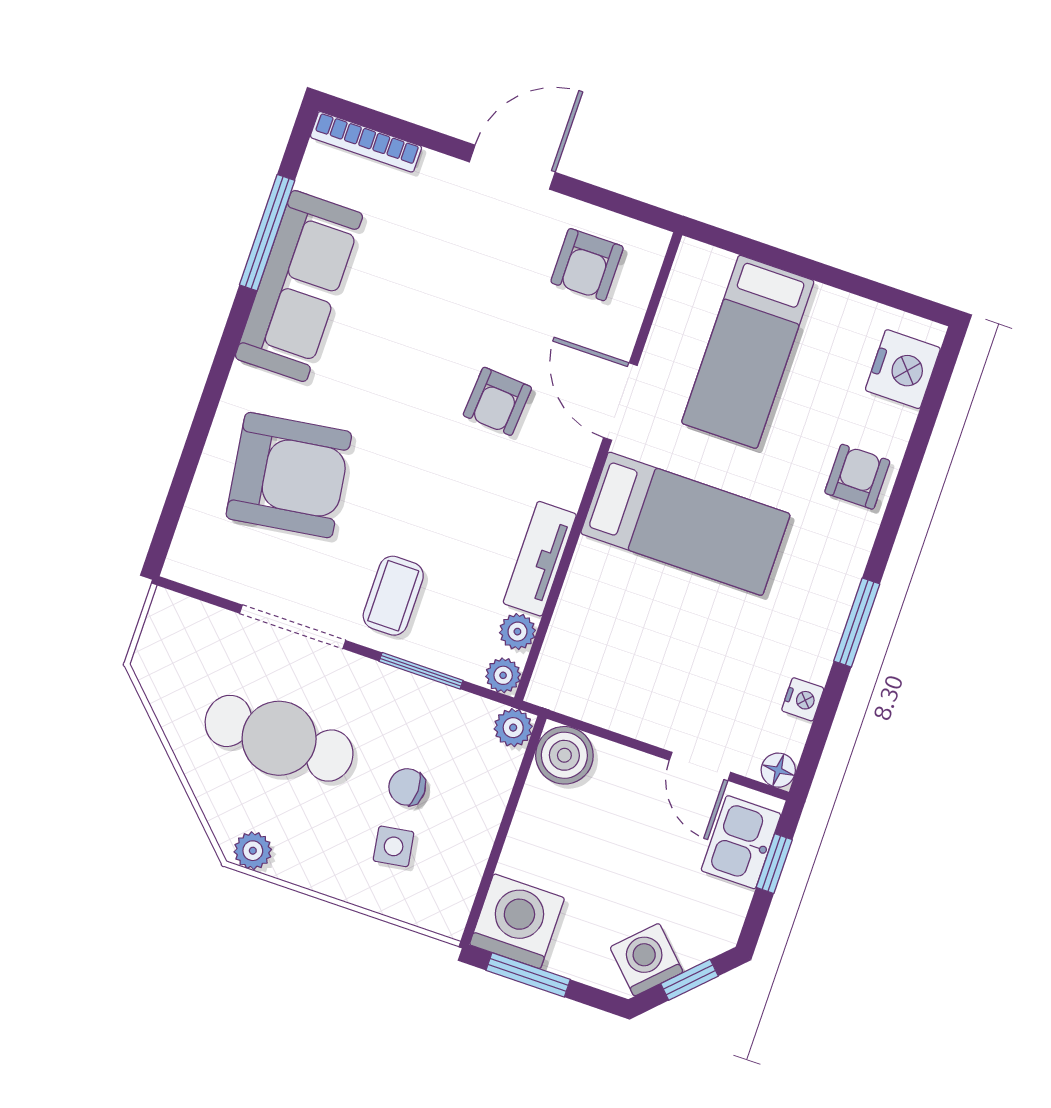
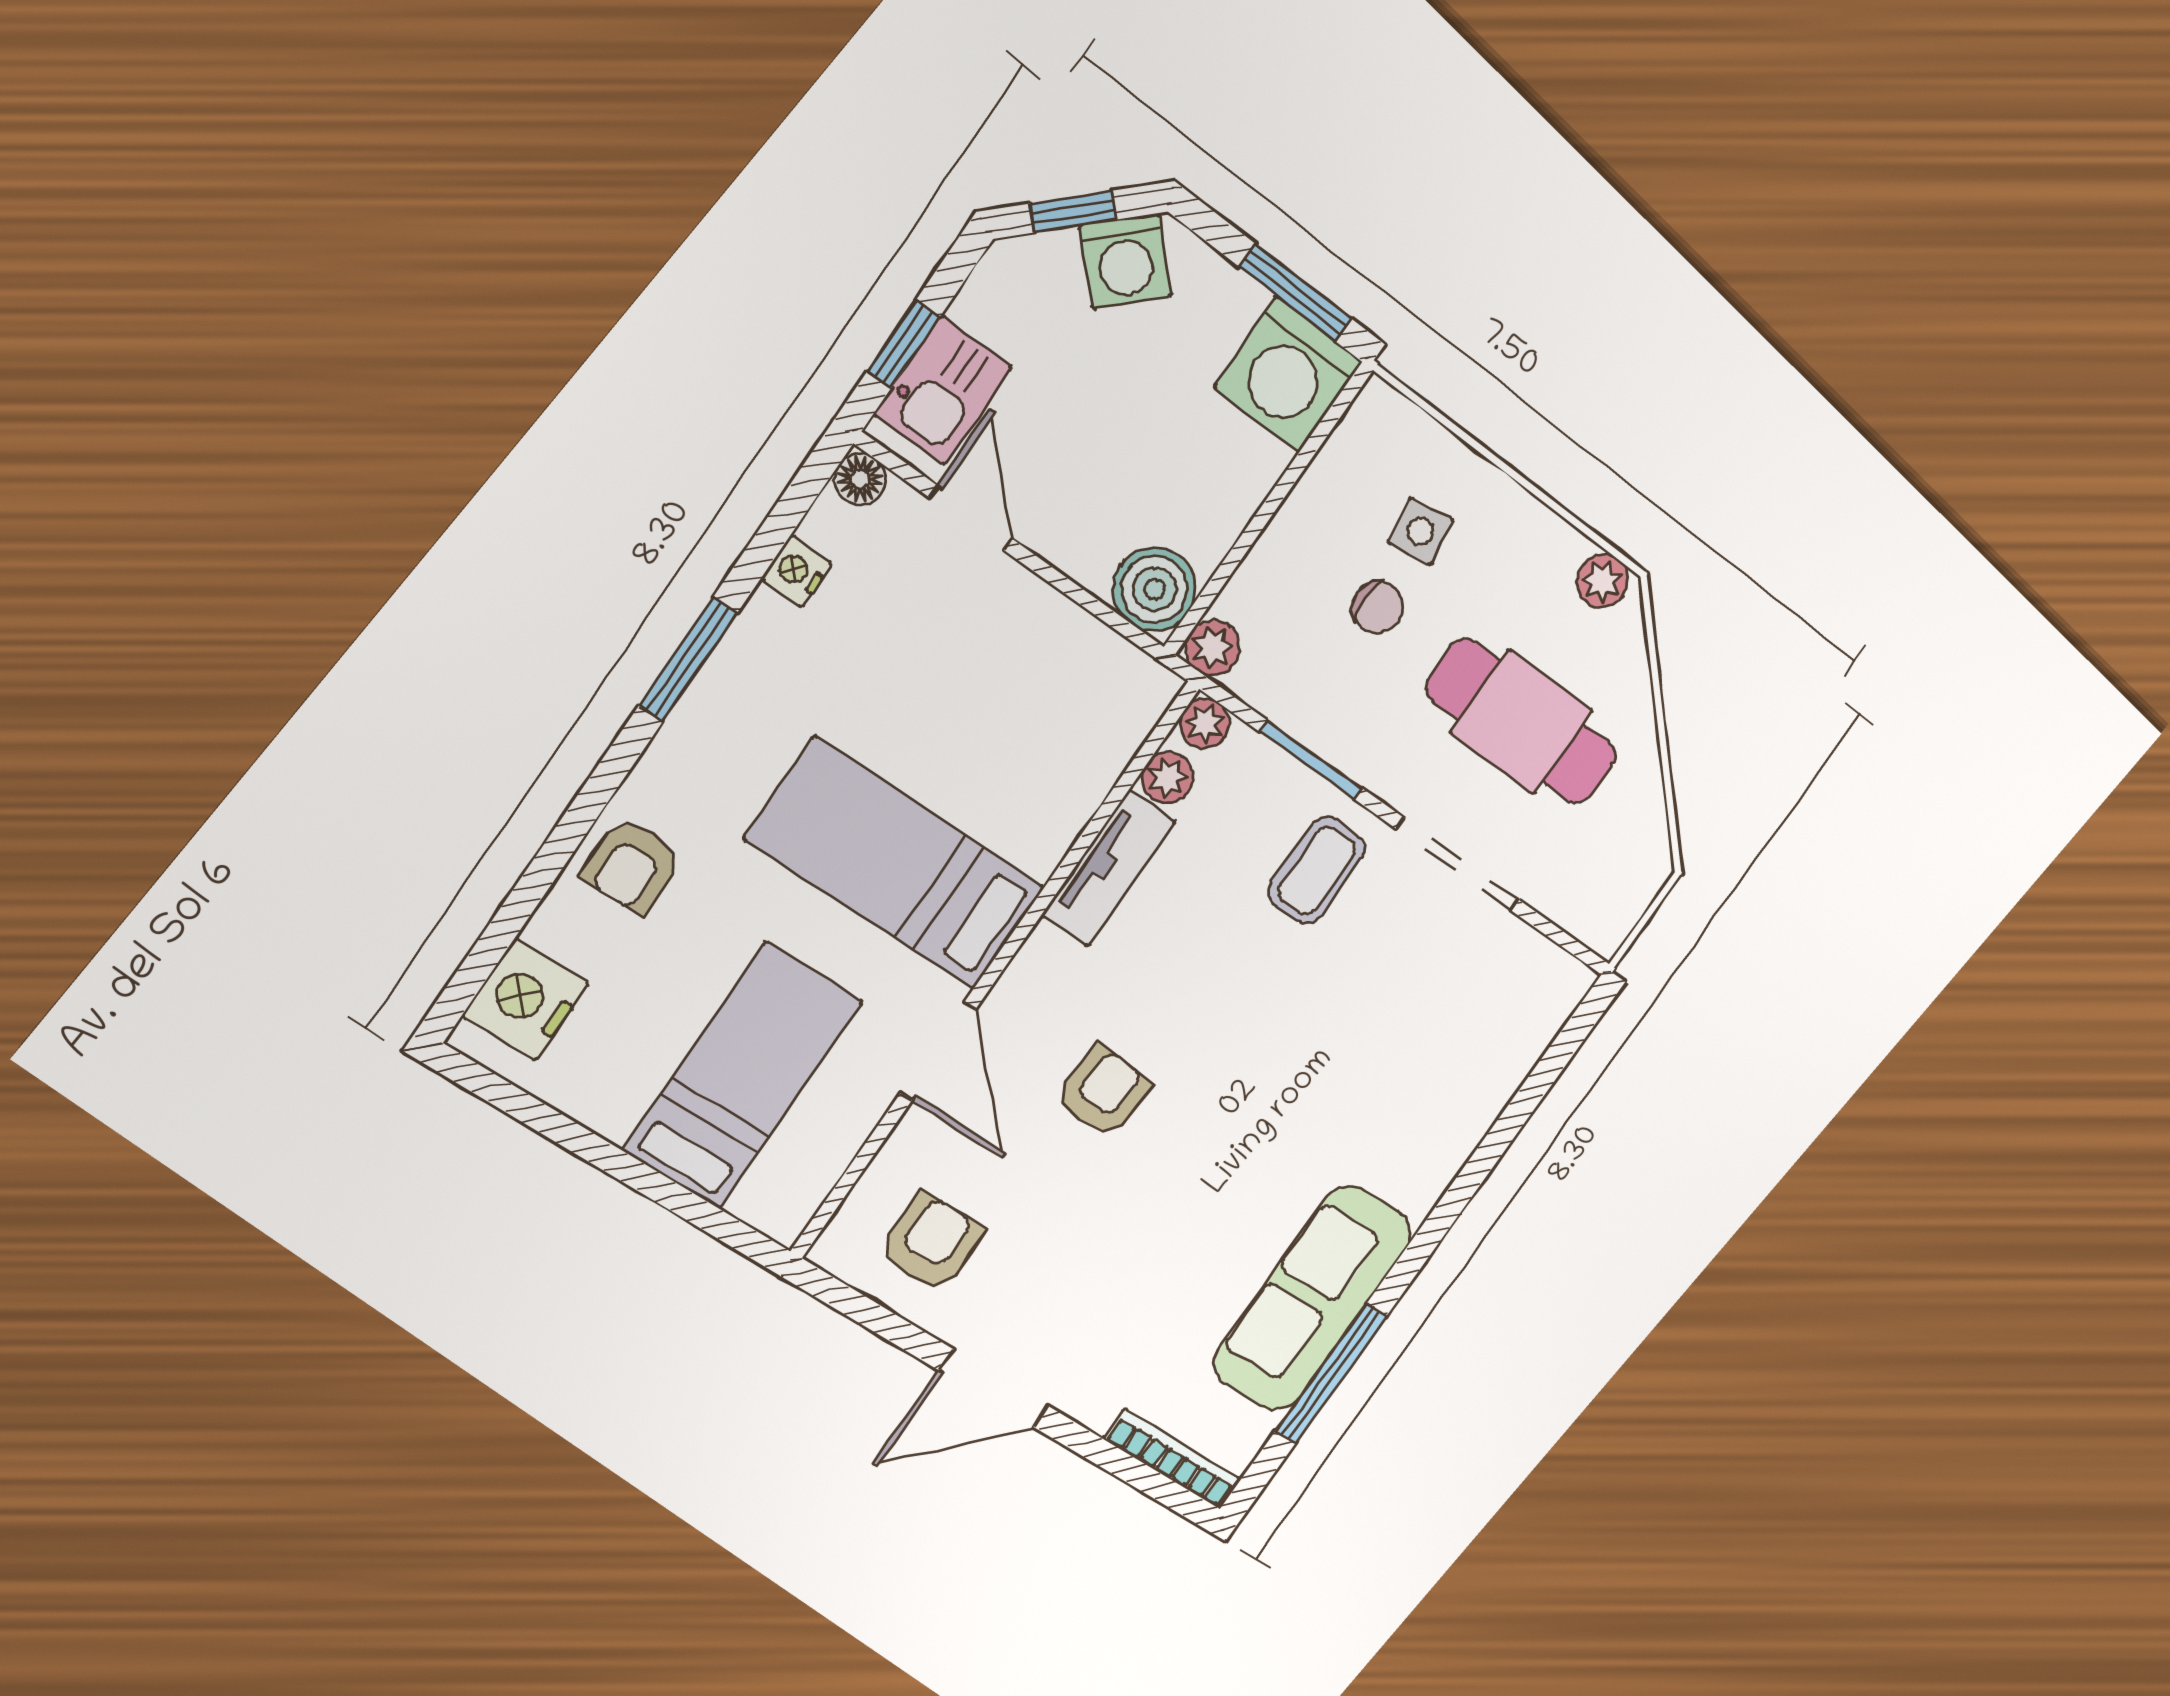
armchair: (289, 475) -> (1401, 1062), removed

